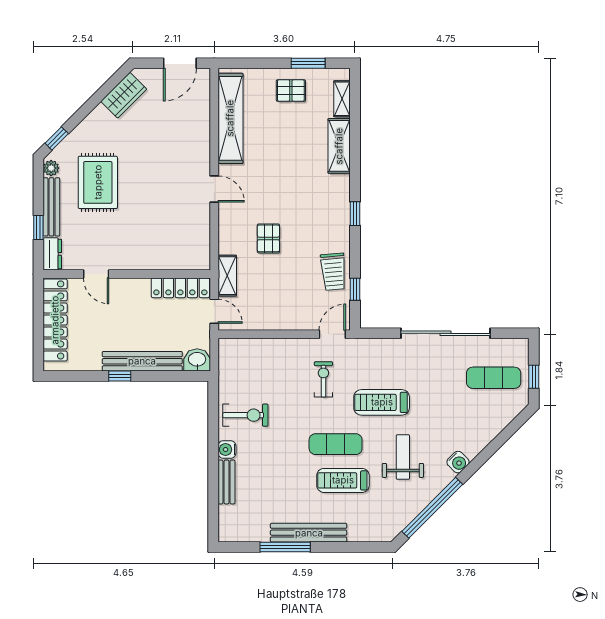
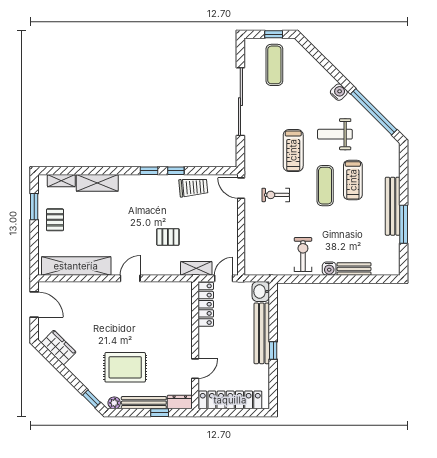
window: (355, 289) -> (176, 171), moved

